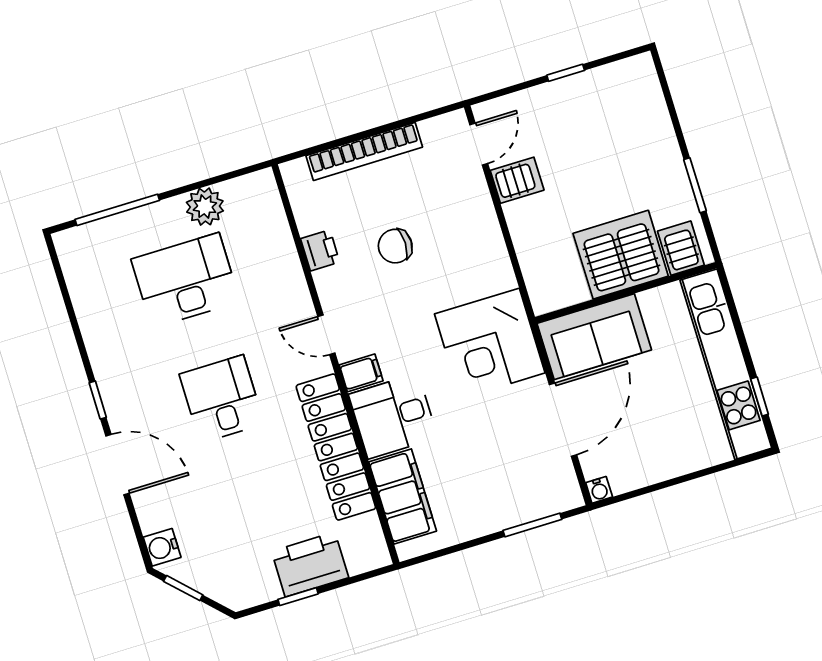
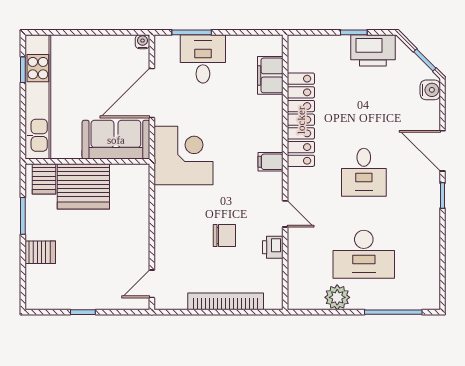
server rack: (517, 180) -> (40, 252), moved, turned 180
door: (326, 335) -> (285, 214), moved
desk: (393, 416) -> (203, 59), moved, turned -90
filing cabinet: (403, 497) -> (270, 75), width x0.67, depth x0.86
printer: (310, 564) -> (373, 50), moved

